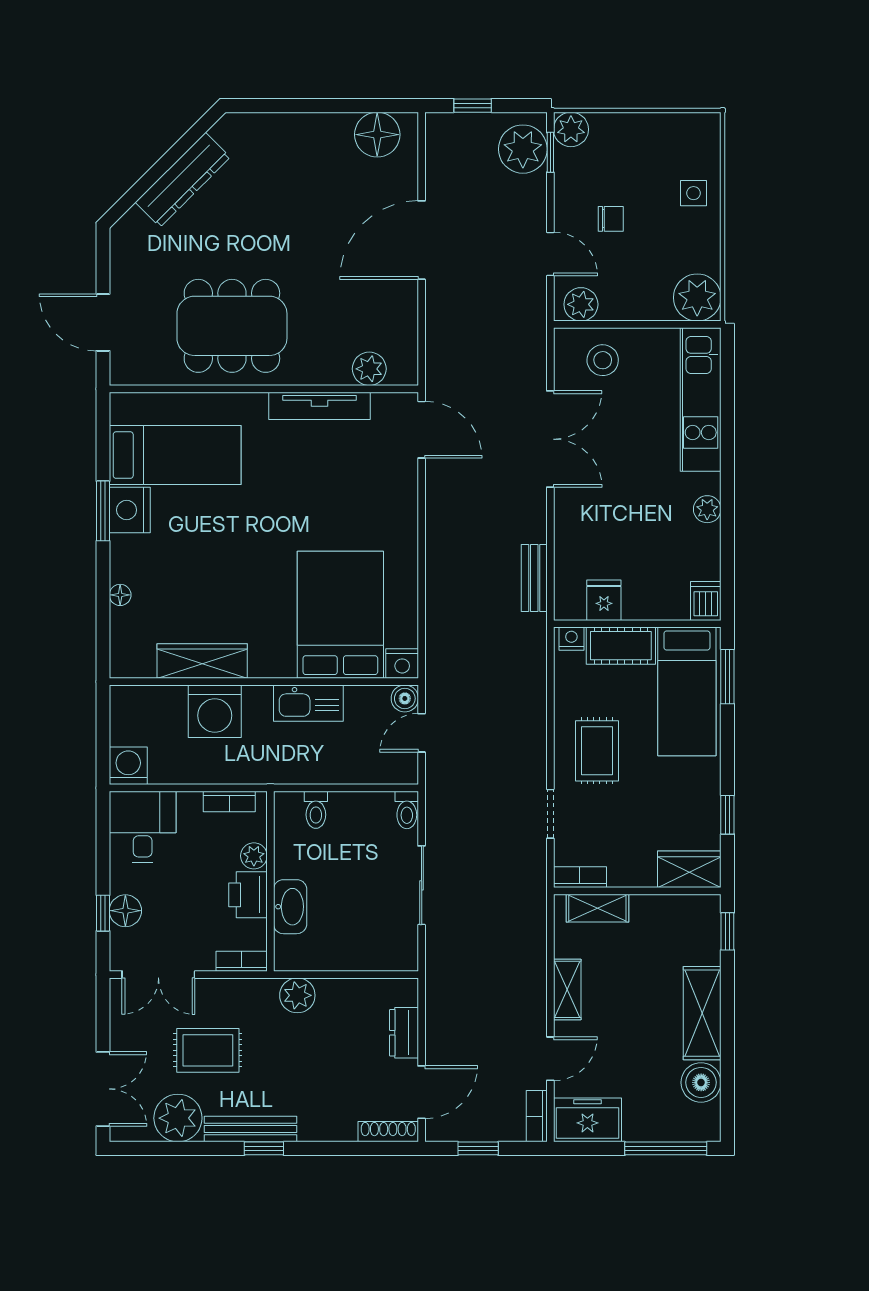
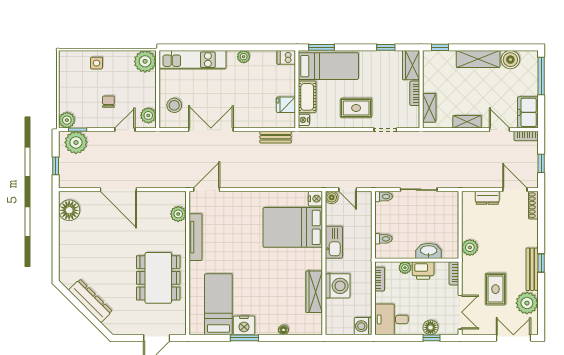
bookcase: (580, 877) -> (415, 93), moved

